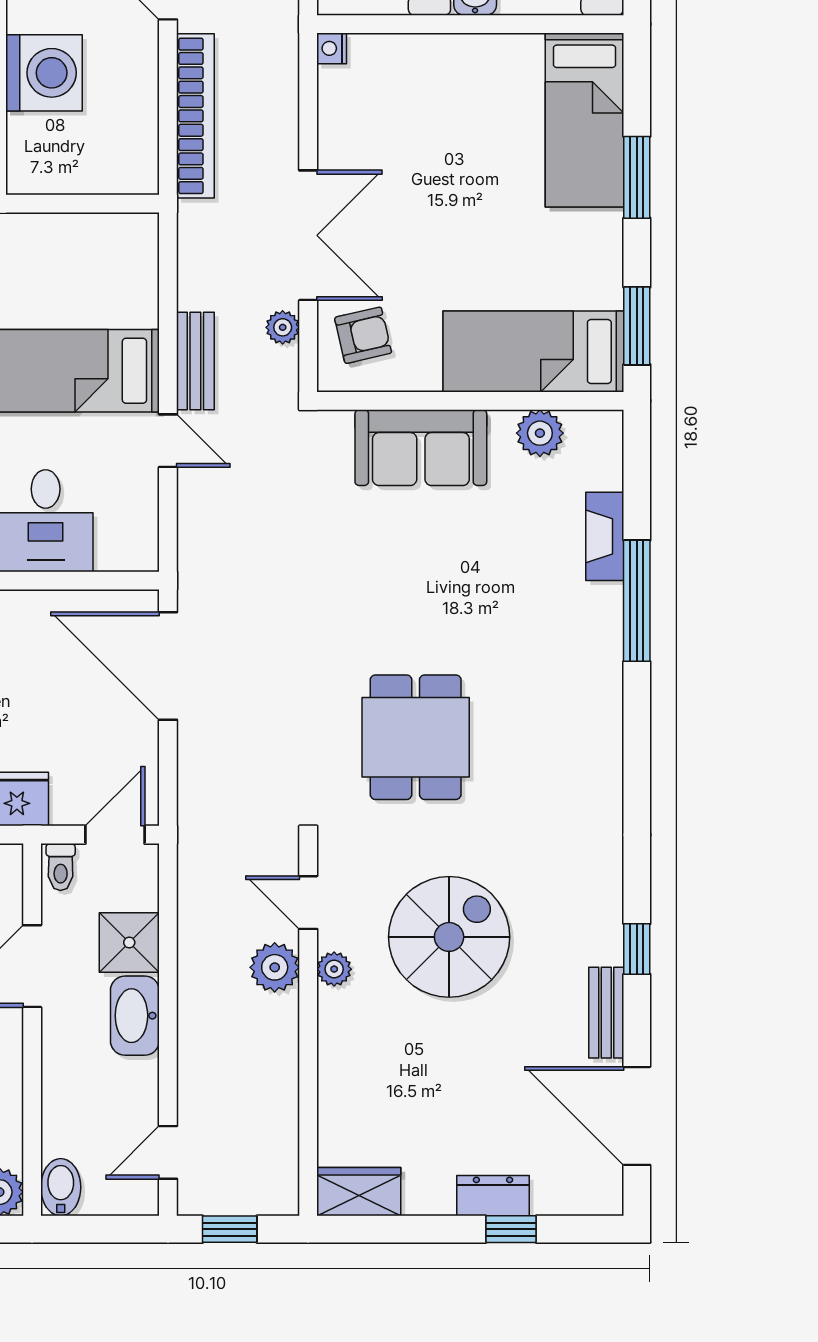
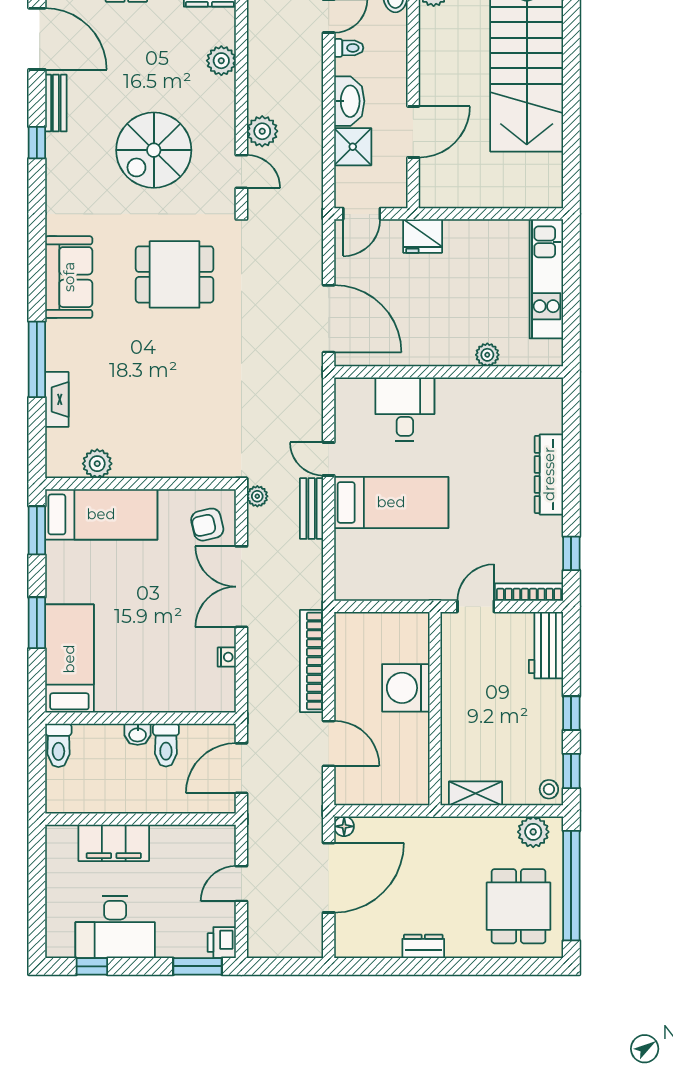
nightstand: (332, 48) -> (227, 657), moved
plant: (283, 327) -> (257, 496), moved
sofa: (421, 448) -> (69, 277), moved, turned 90
dining table: (416, 737) -> (175, 274), turned 90
toilet: (61, 867) -> (349, 48), moved, turned 90
plant: (334, 969) -> (221, 61), moved, width x1.38, depth x1.38

